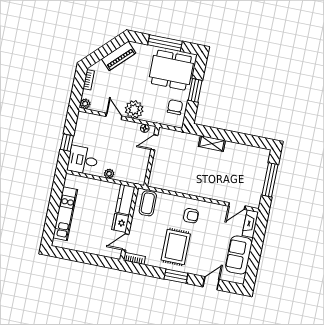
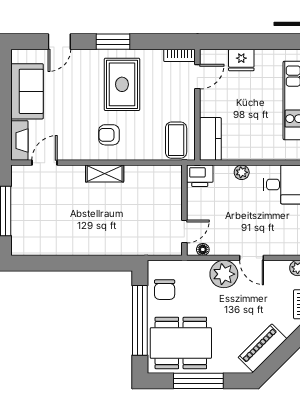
window: (195, 90) -> (140, 320), width x2.11
shelving: (212, 143) -> (105, 173), moved
printer: (137, 177) -> (200, 176), added
fridge: (120, 223) -> (241, 60), moved, turned 90

